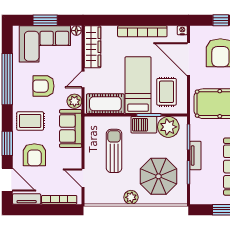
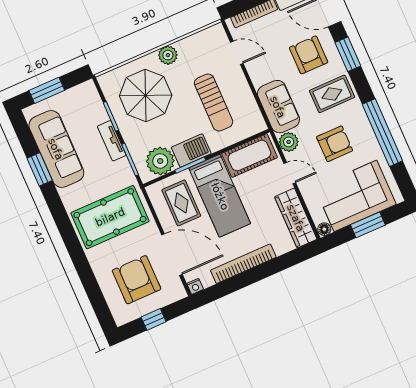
door: (83, 79) -> (290, 173), hinge flipped

